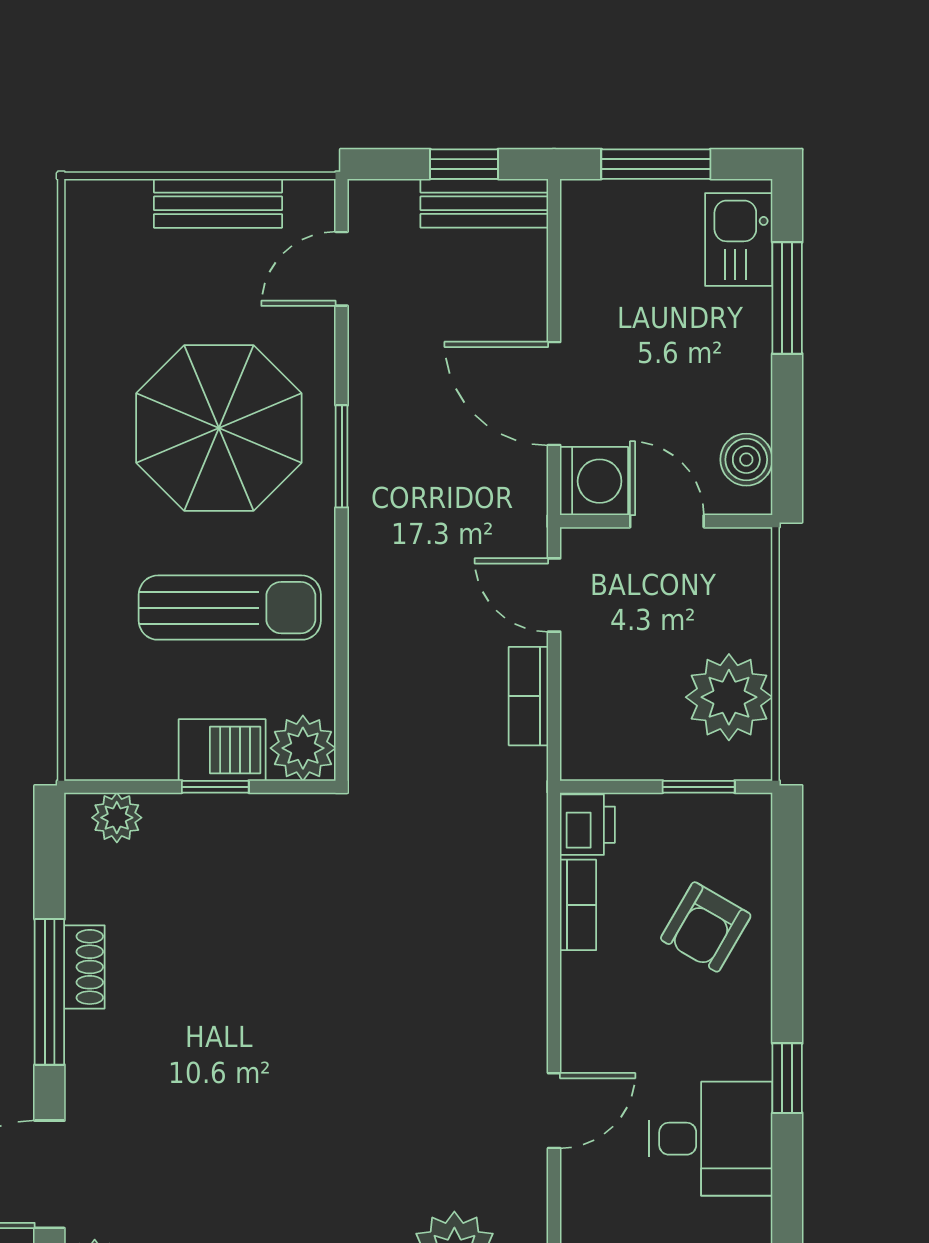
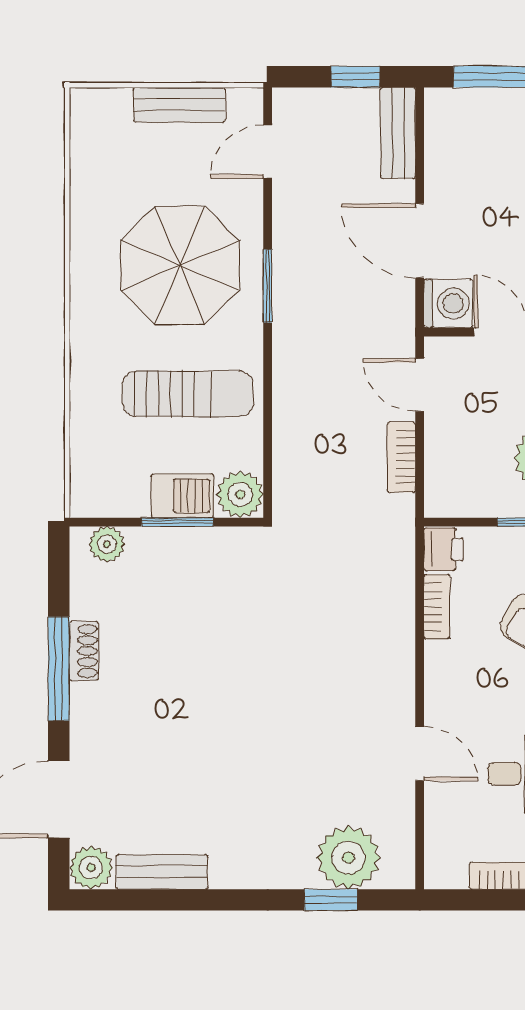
bench: (484, 203) -> (398, 133), moved, turned 90
window: (215, 787) -> (177, 522), width x1.50
door: (554, 1111) -> (420, 754), hinge flipped

